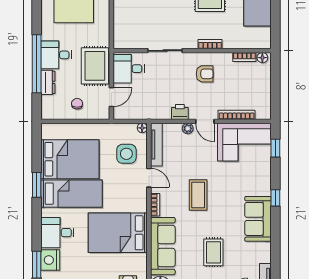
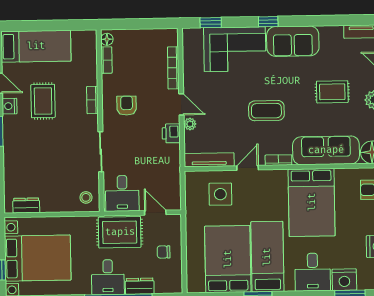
stool: (126, 37) -> (86, 197), added
door: (205, 121) -> (181, 104), hinge flipped
floor lamp: (142, 128) -> (190, 176), removed
corner sofa: (244, 142) -> (235, 49), moved, turned 90

